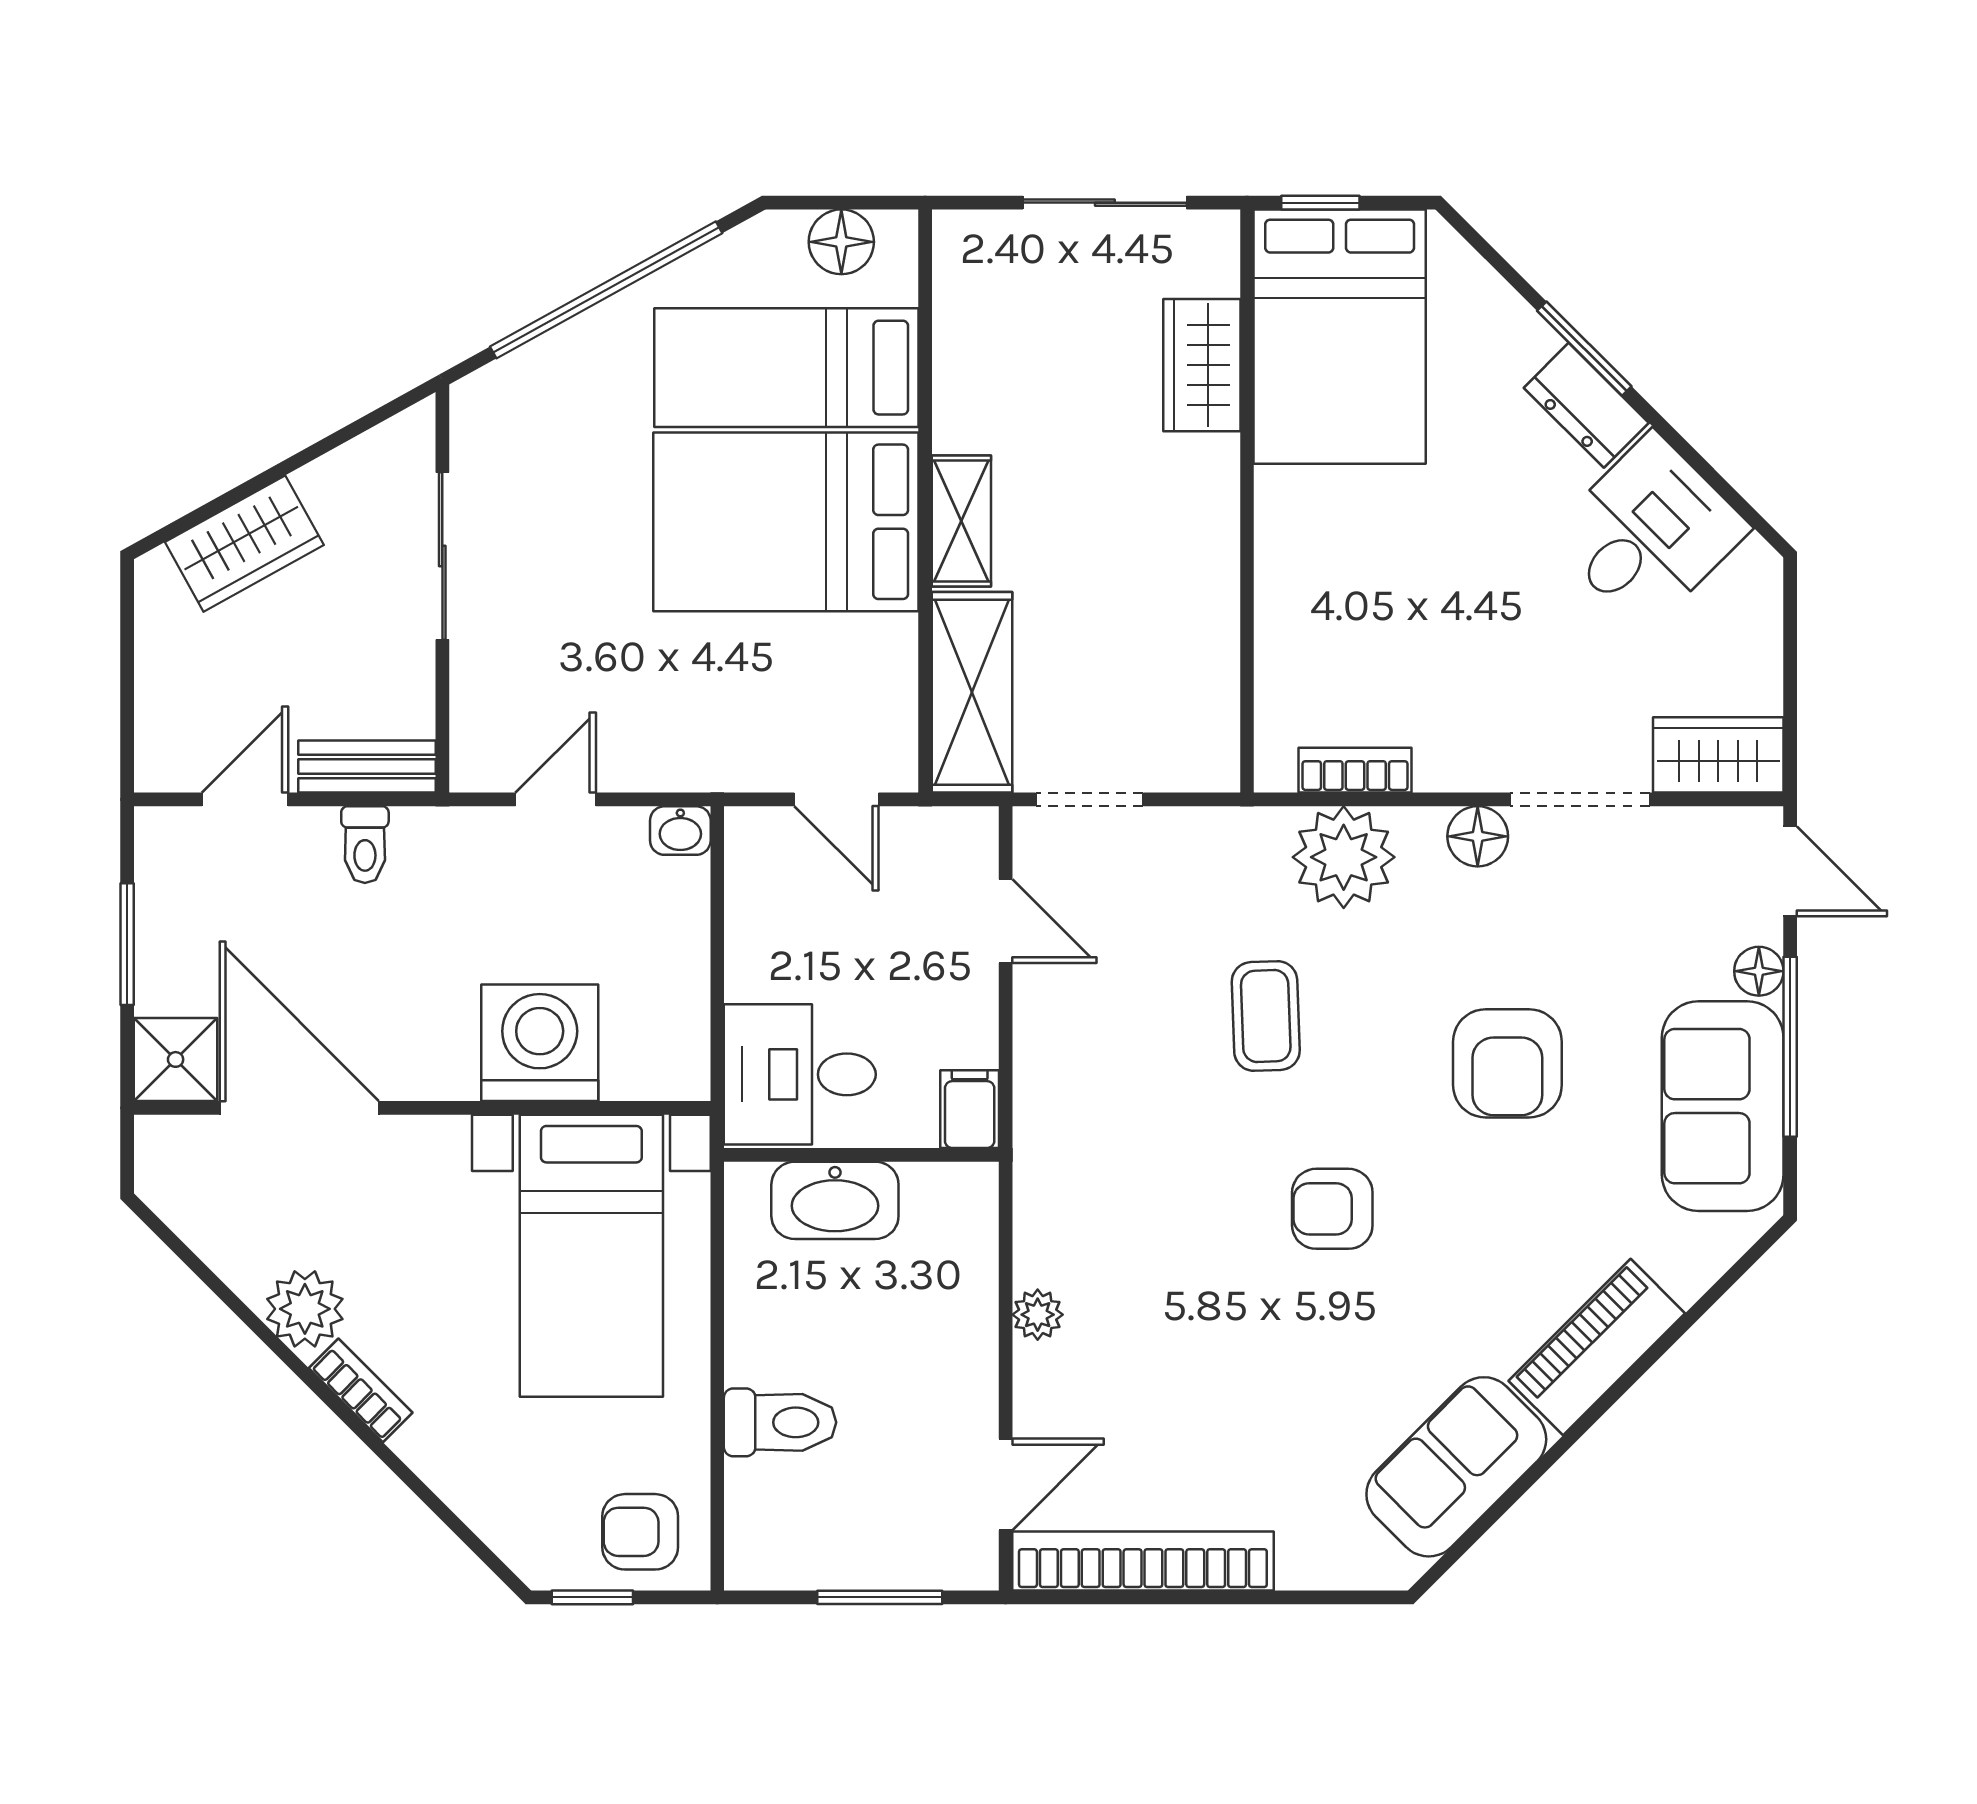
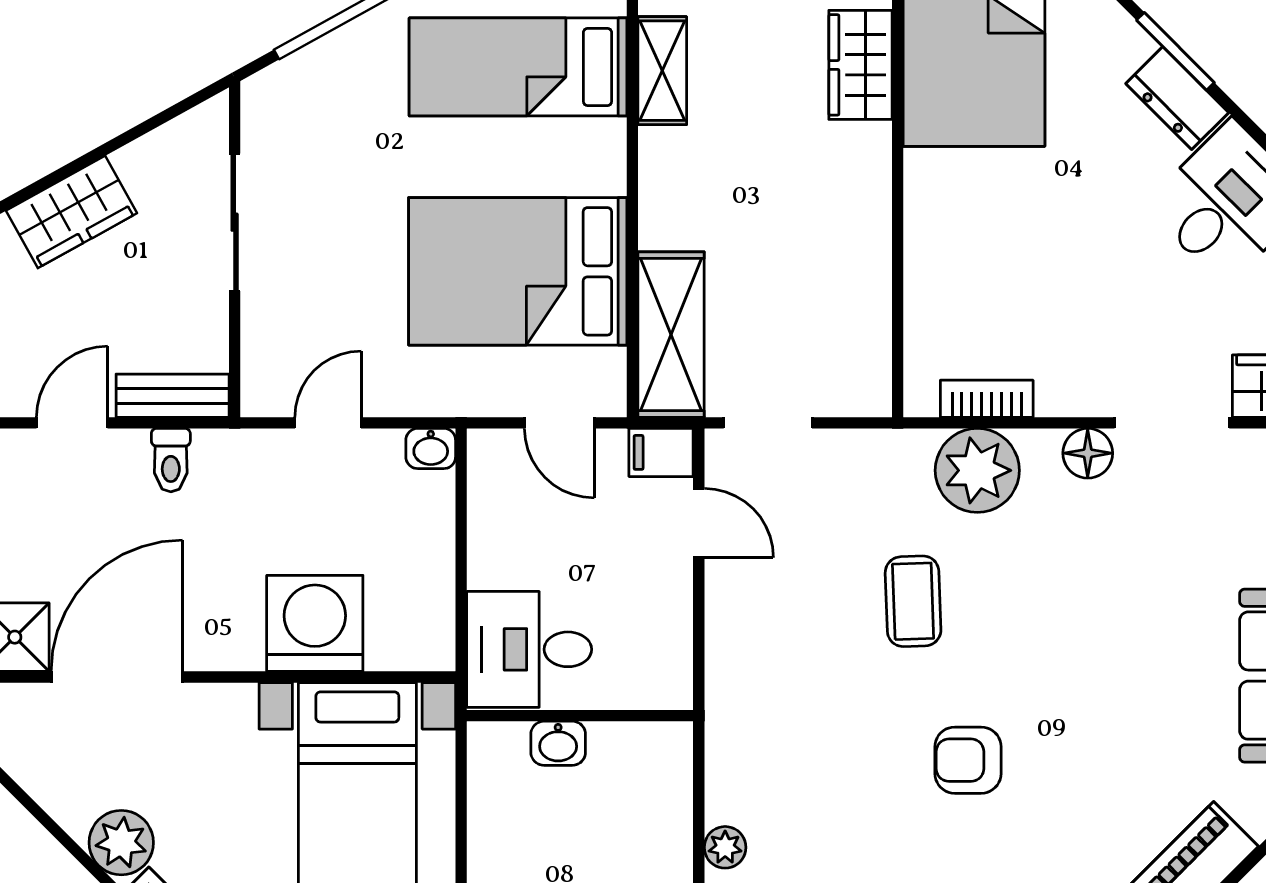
shelving: (961, 521) -> (662, 71), moved
bed: (786, 522) -> (518, 271), moved
armchair: (1507, 1063) -> (1112, 640), removed
door: (299, 1108) -> (117, 677), hinge flipped
filing cabinet: (970, 1109) -> (661, 452), moved, turned -90
washbasin: (835, 1200) -> (558, 743), width x0.52, depth x0.69

